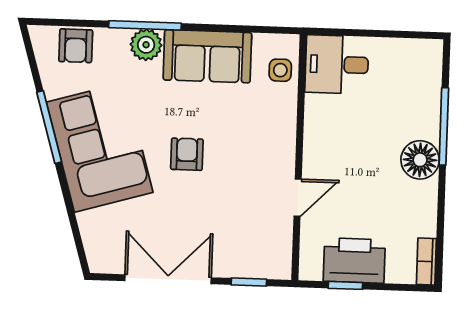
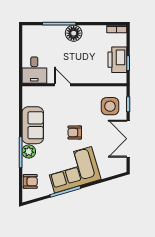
side table: (280, 70) -> (110, 106), moved, width x1.87, depth x1.87
door: (298, 198) -> (62, 85), moved

